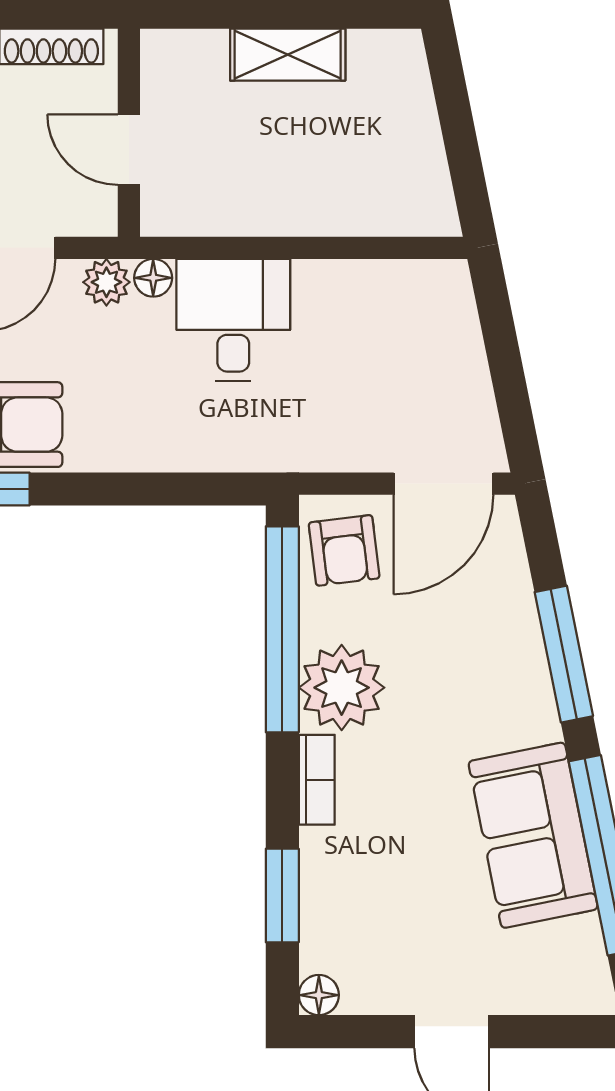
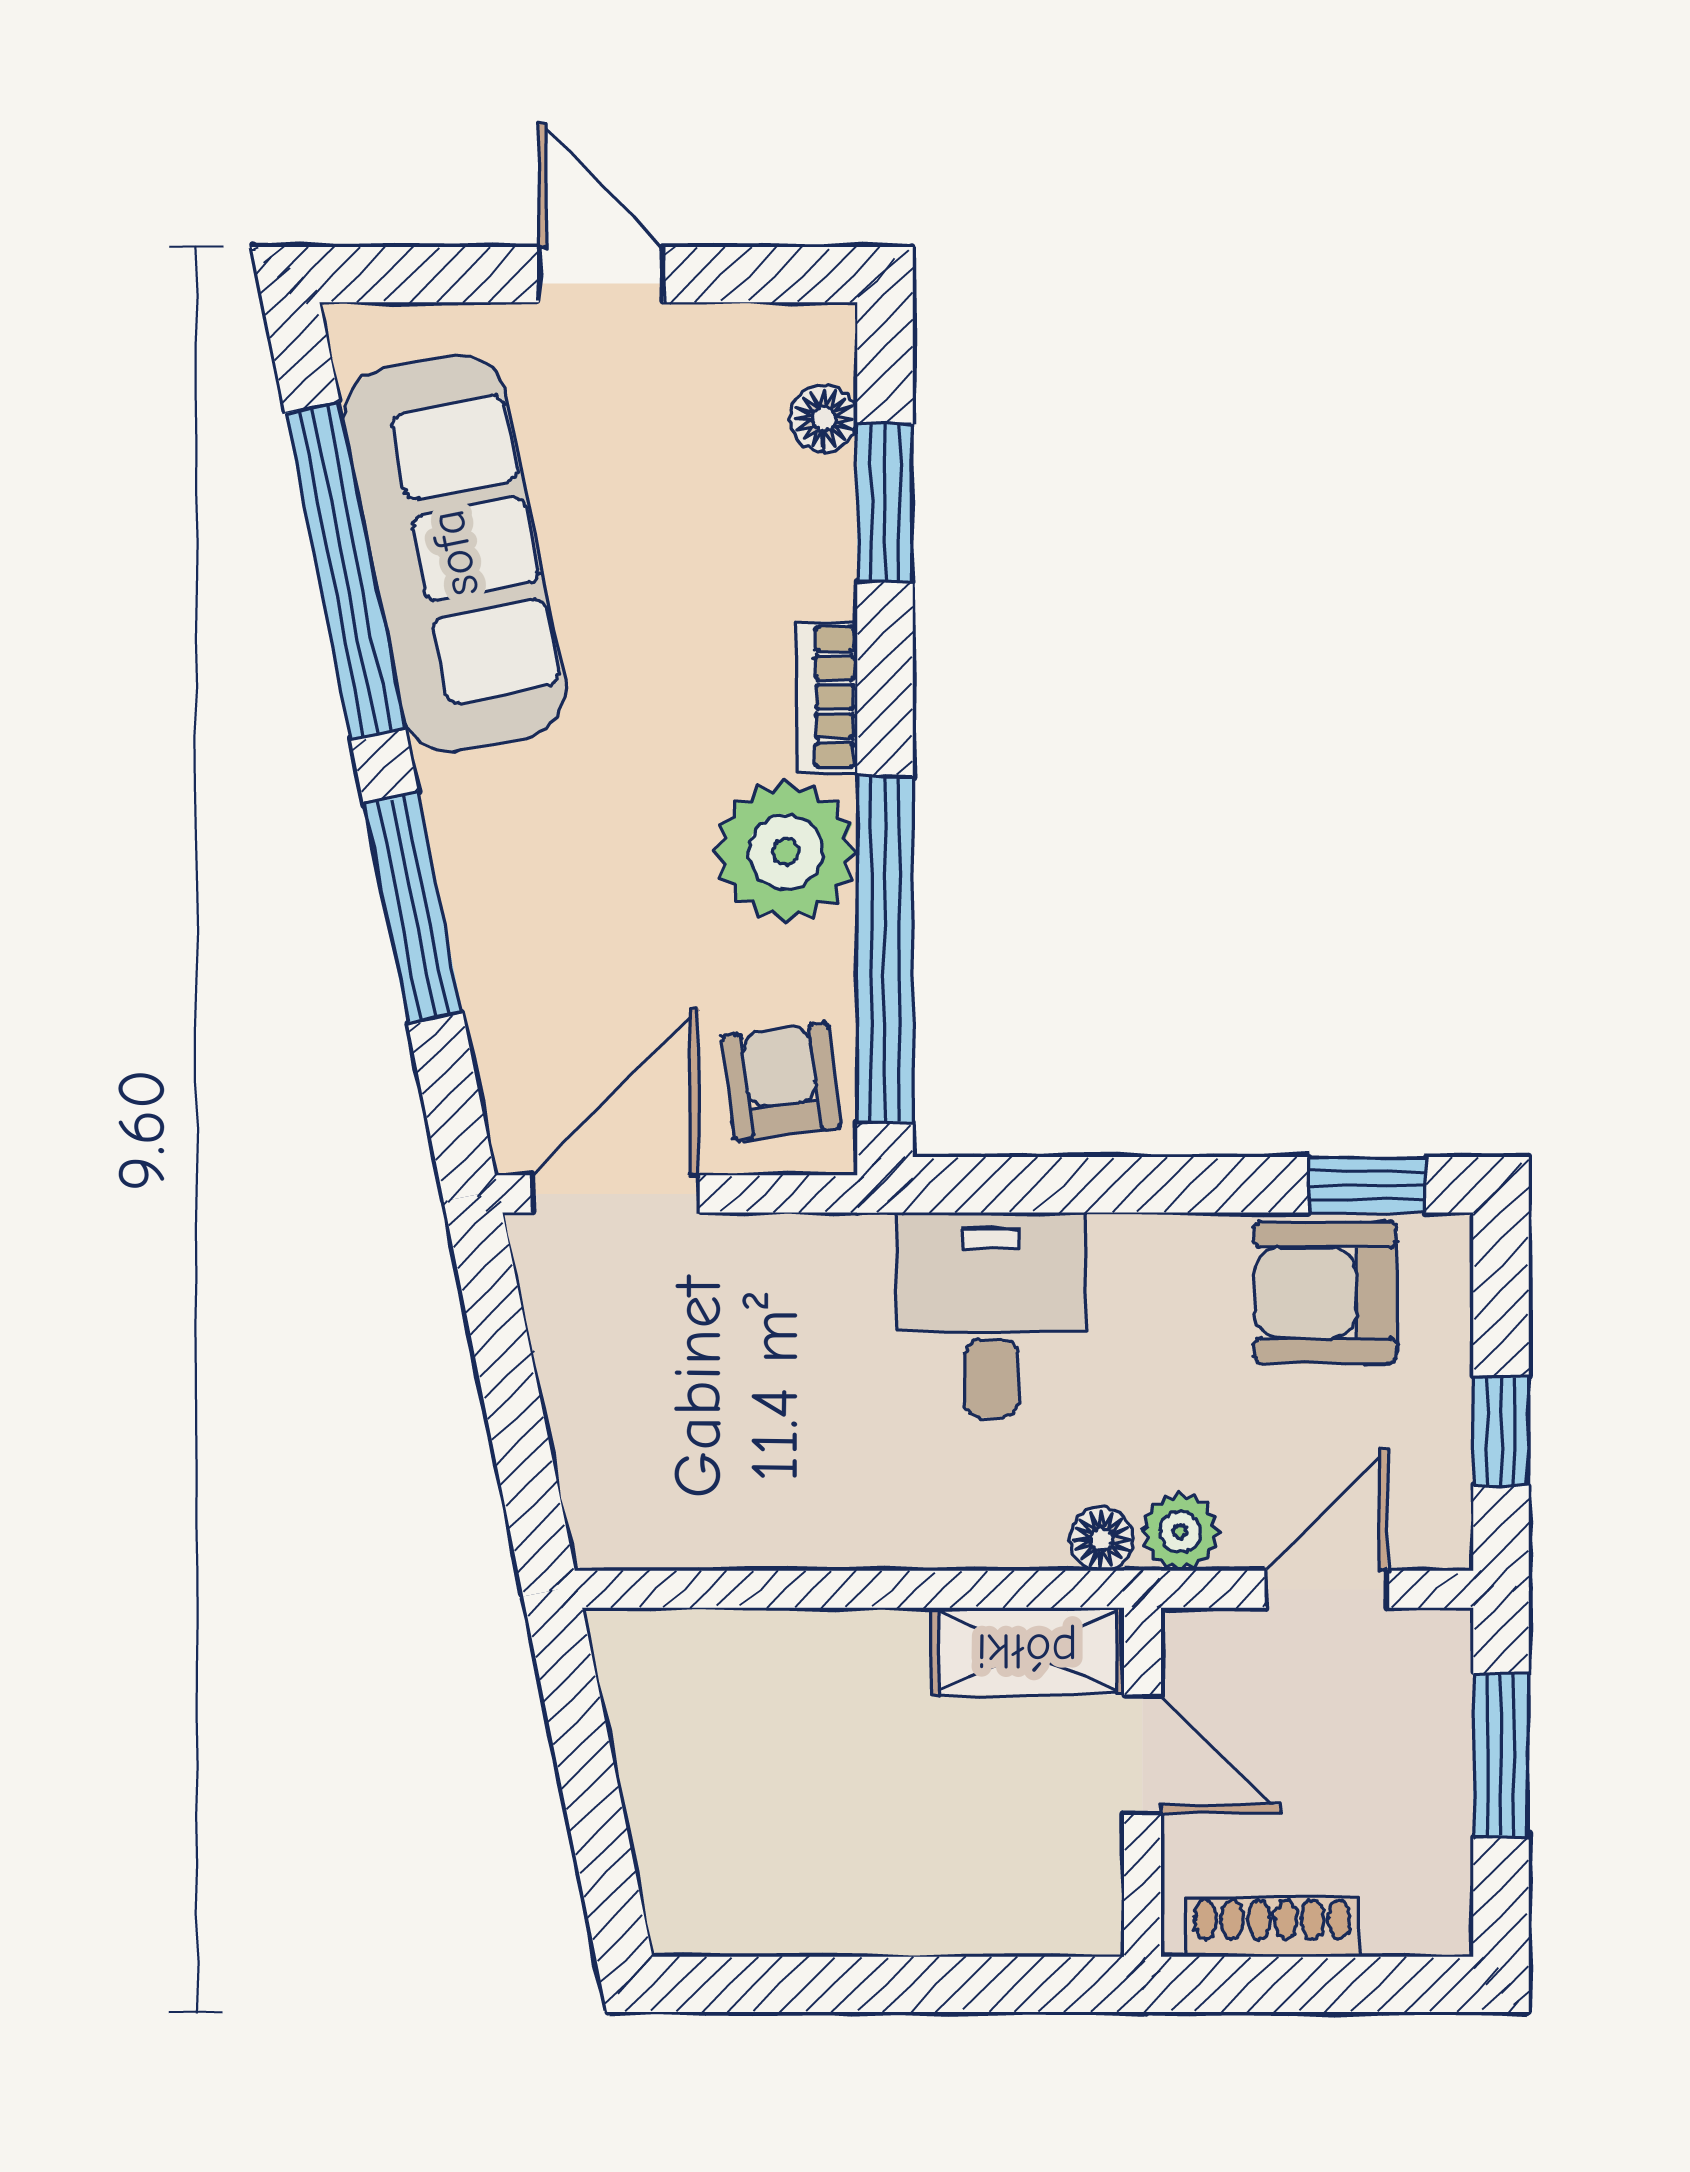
shelving: (288, 55) -> (1027, 1651), moved
desk: (233, 320) -> (991, 1315), moved, turned 180
sofa: (533, 835) -> (454, 553), width x1.36
floor lamp: (319, 995) -> (824, 419), moved

